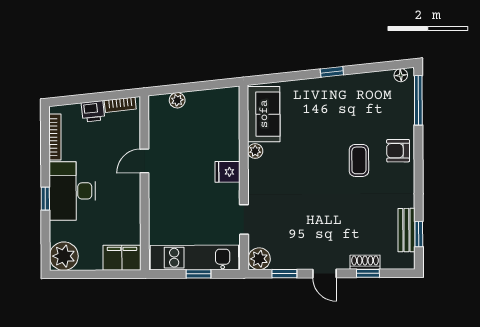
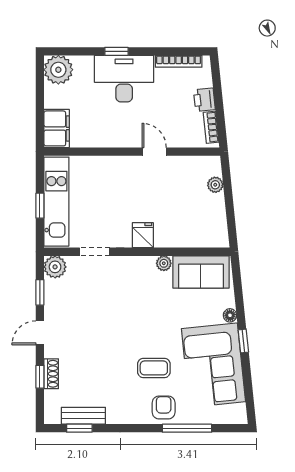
floor lamp: (401, 75) -> (230, 315), moved
window: (418, 100) -> (187, 428), moved
corner sofa: (356, 101) -> (213, 365), added

